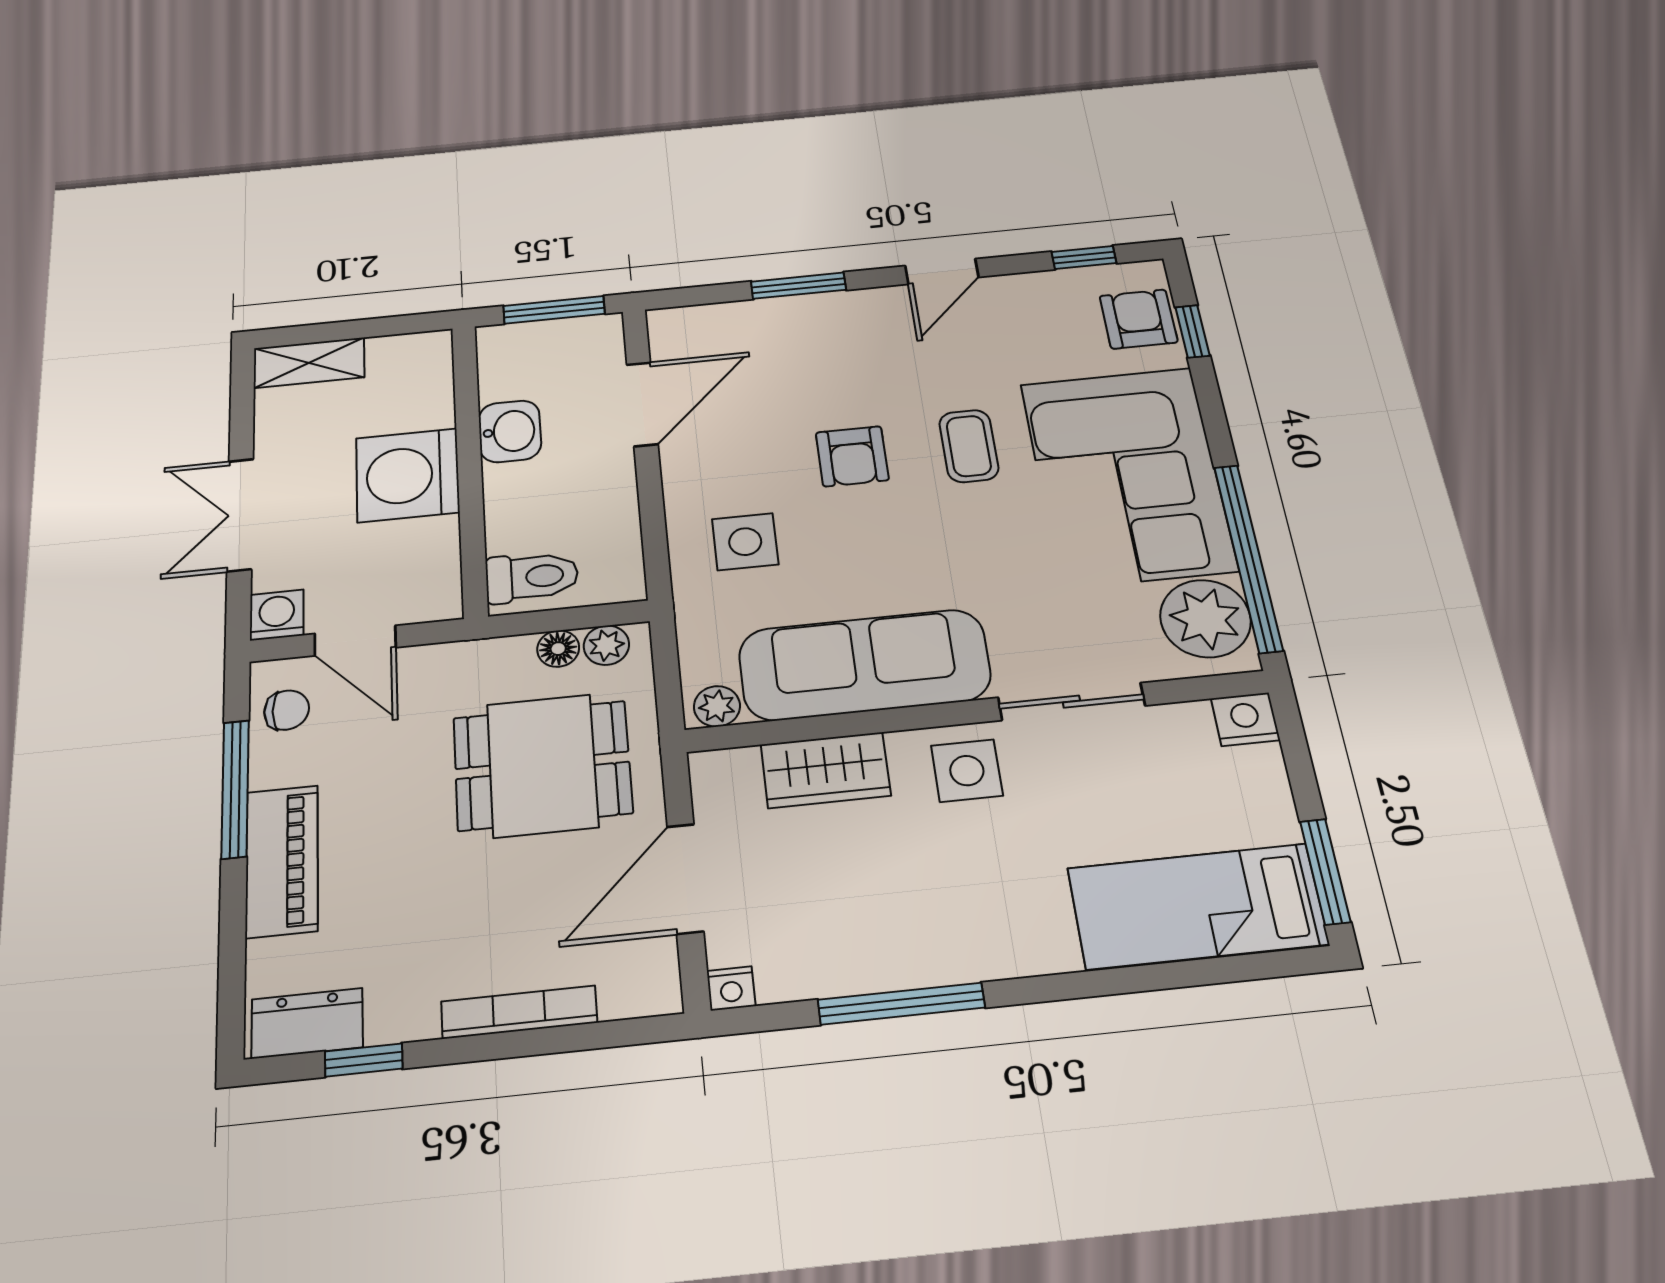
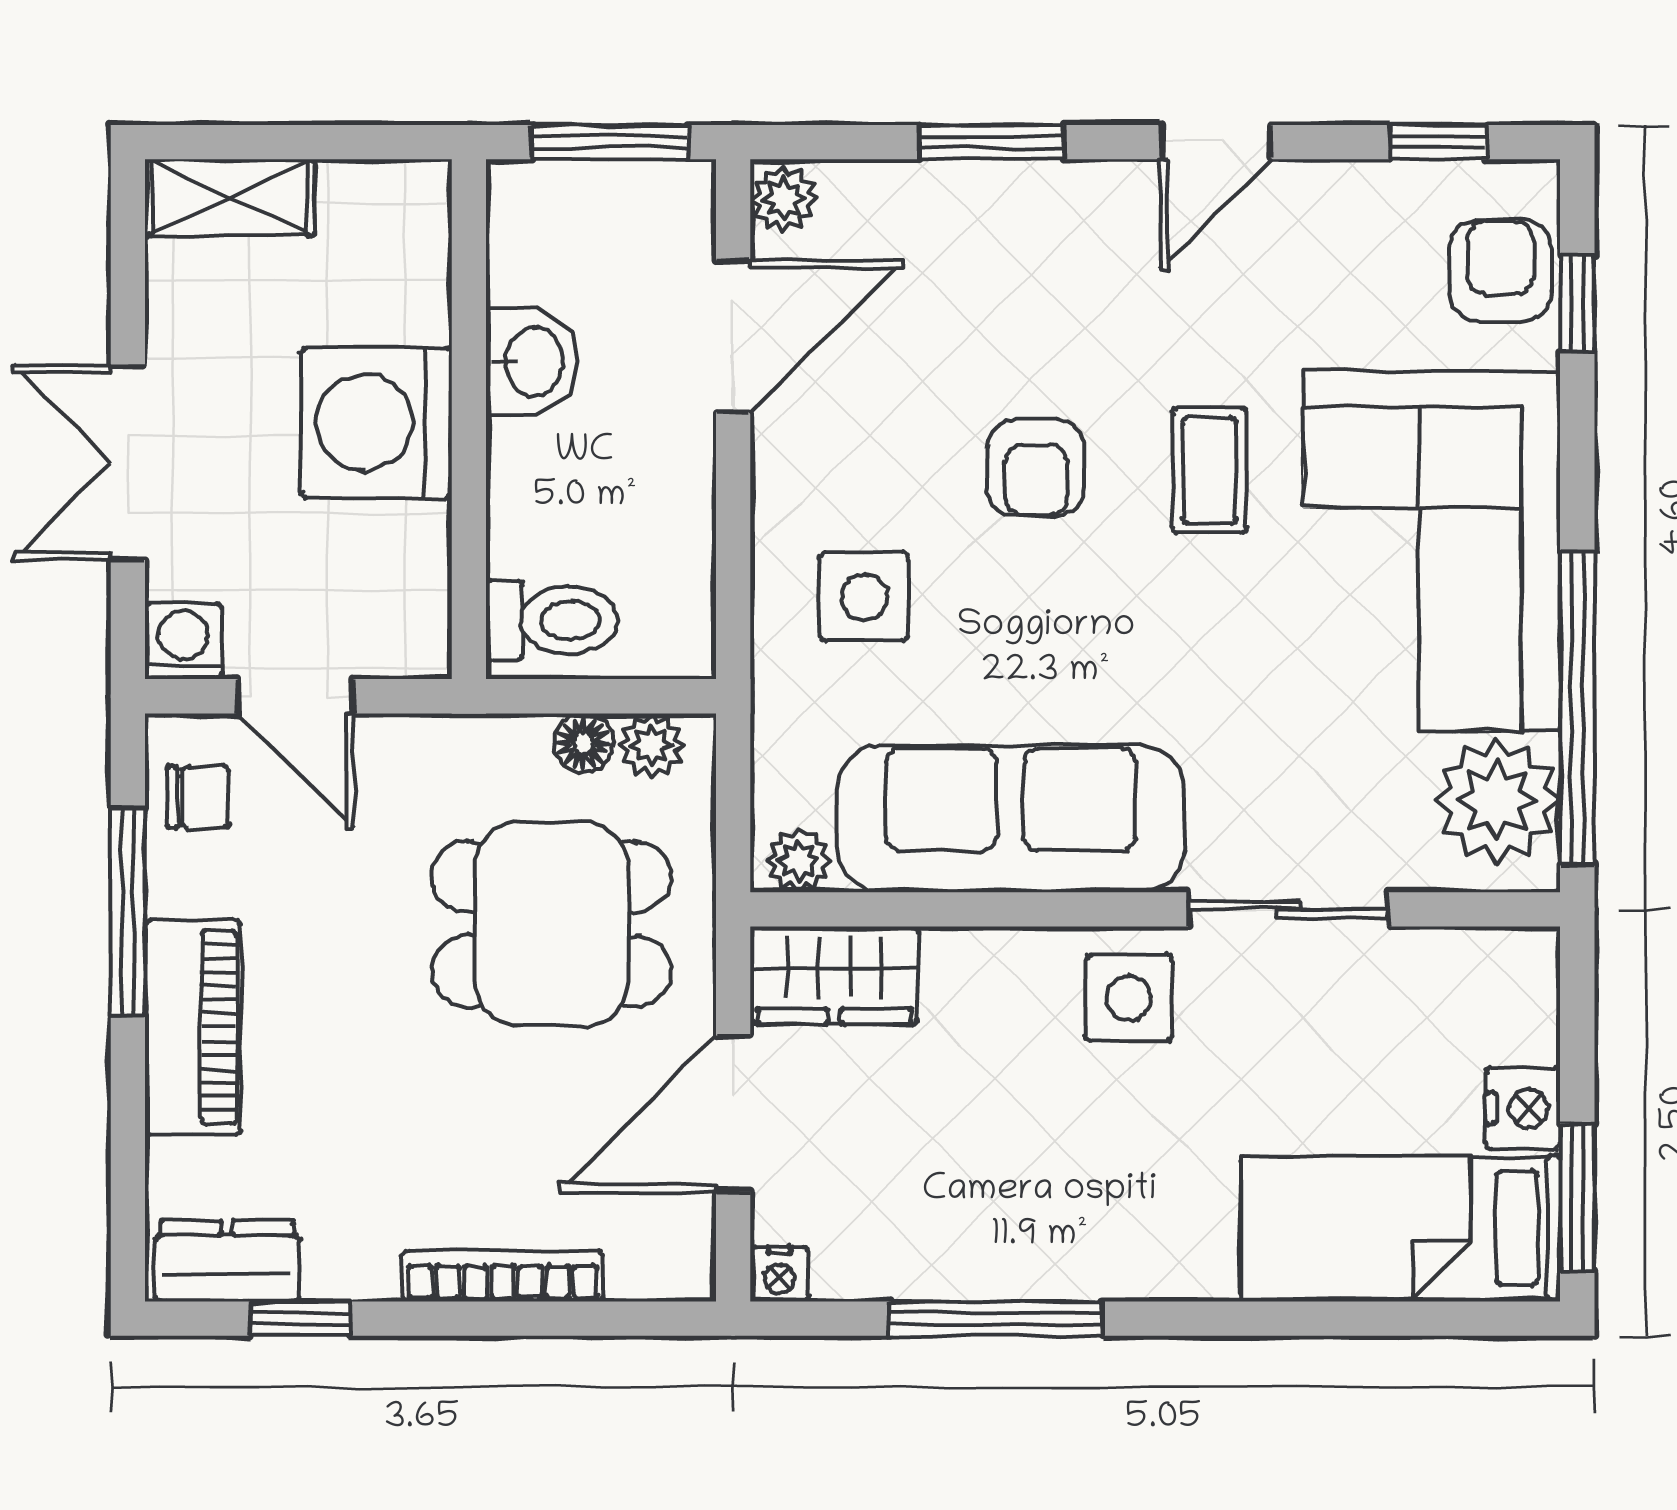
plant: (668, 328) -> (783, 199), added
nightstand: (1245, 719) -> (1523, 1108), moved, turned 90
wardrobe: (826, 770) -> (834, 975), moved

